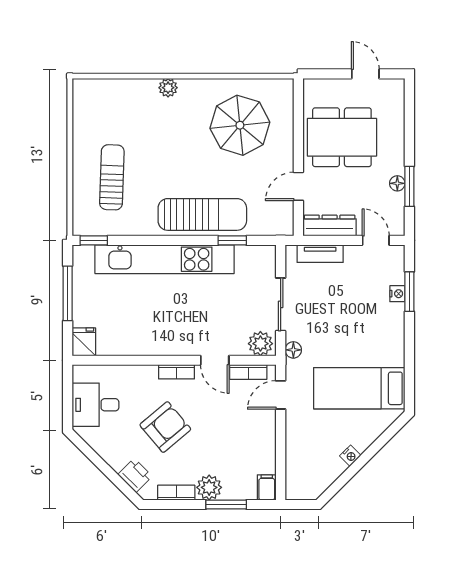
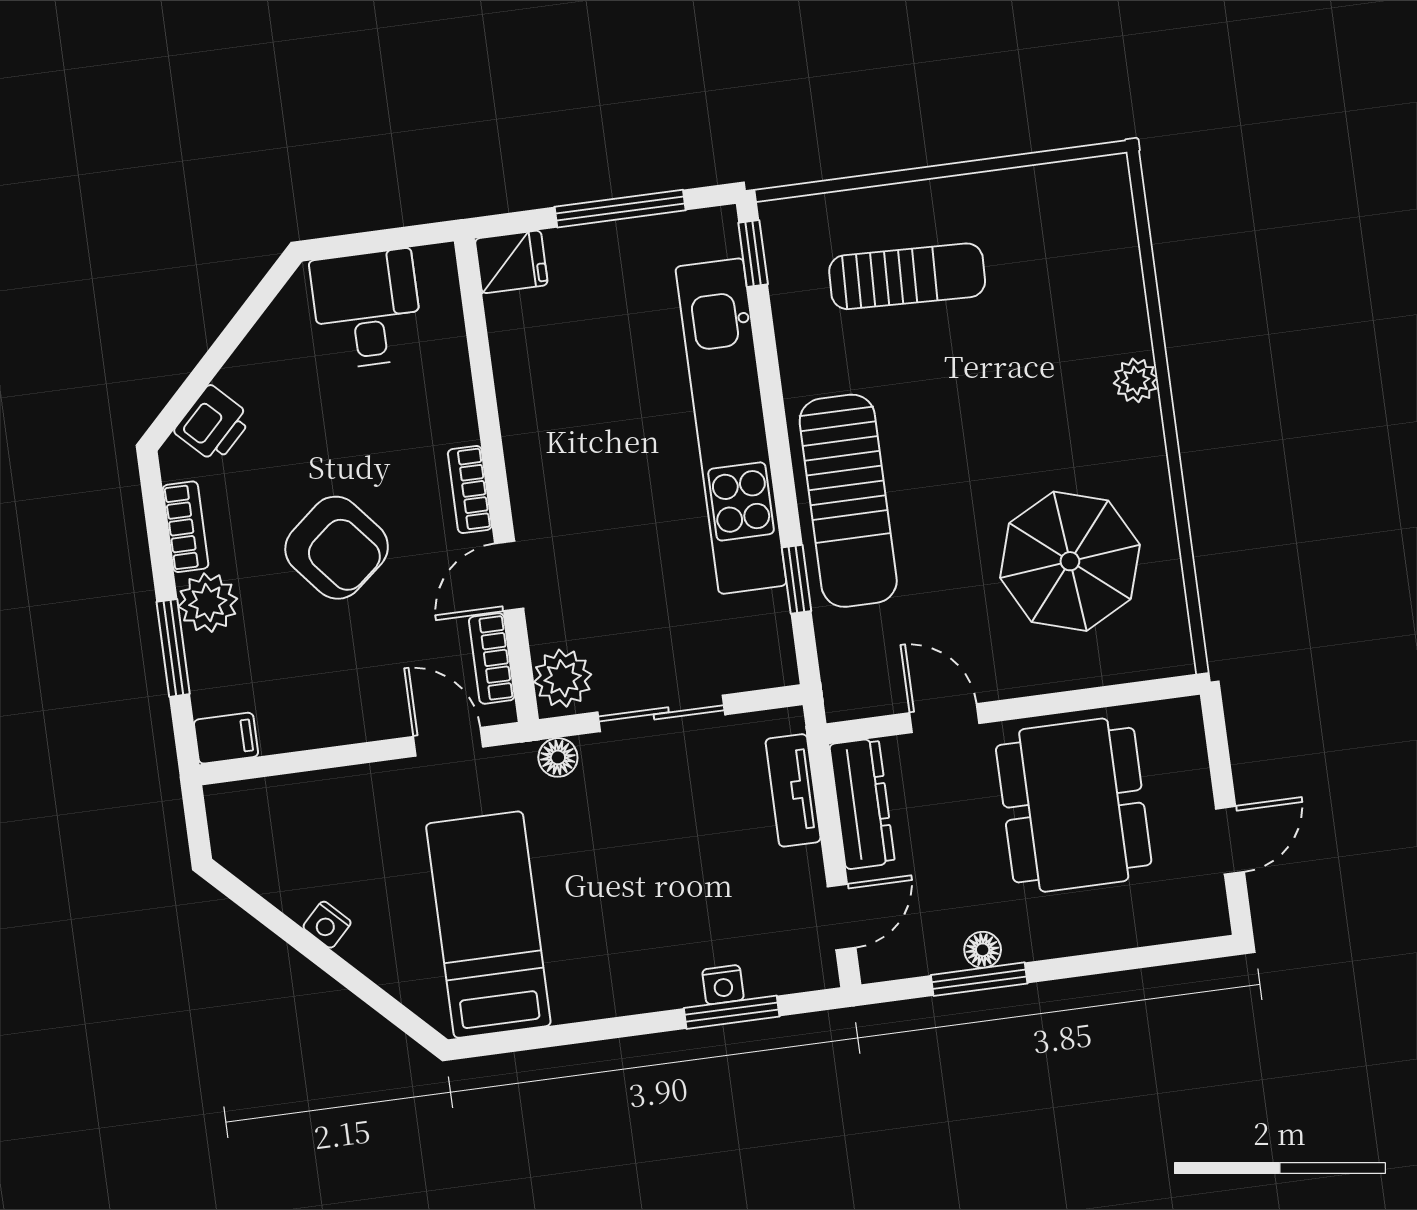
armchair: (165, 427) -> (337, 548), moved

